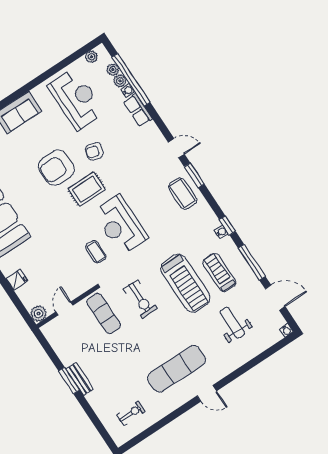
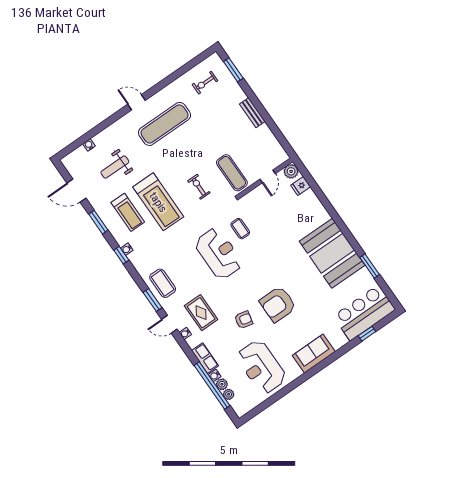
plant: (91, 57) -> (248, 406), removed
water cooler: (159, 138) -> (185, 333), added
armchair: (56, 168) -> (278, 304), turned 180
rug: (87, 189) -> (201, 313), moved, turned 90
window: (252, 262) -> (98, 222), width x0.69
fridge: (17, 280) -> (301, 186), moved
treadmill: (185, 283) -> (158, 202), turned 180
exercise bike: (140, 299) -> (199, 187), width x0.73, depth x0.72
weight bench: (232, 323) -> (115, 167), turned 90
water cooler: (286, 330) -> (89, 145), moved
window: (69, 380) -> (233, 70), moved

